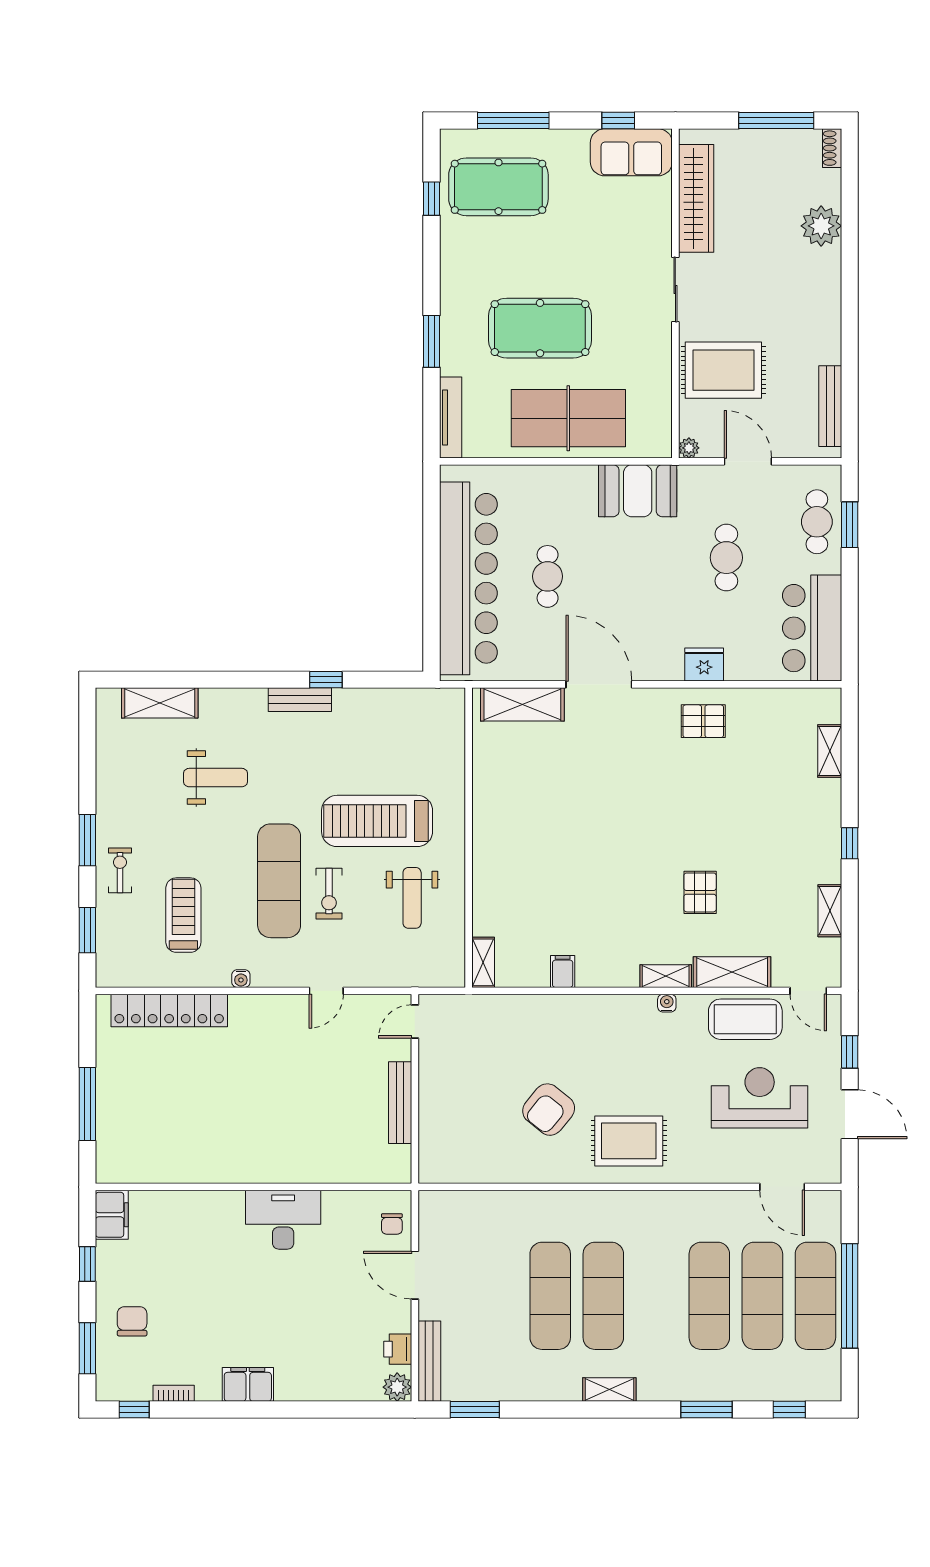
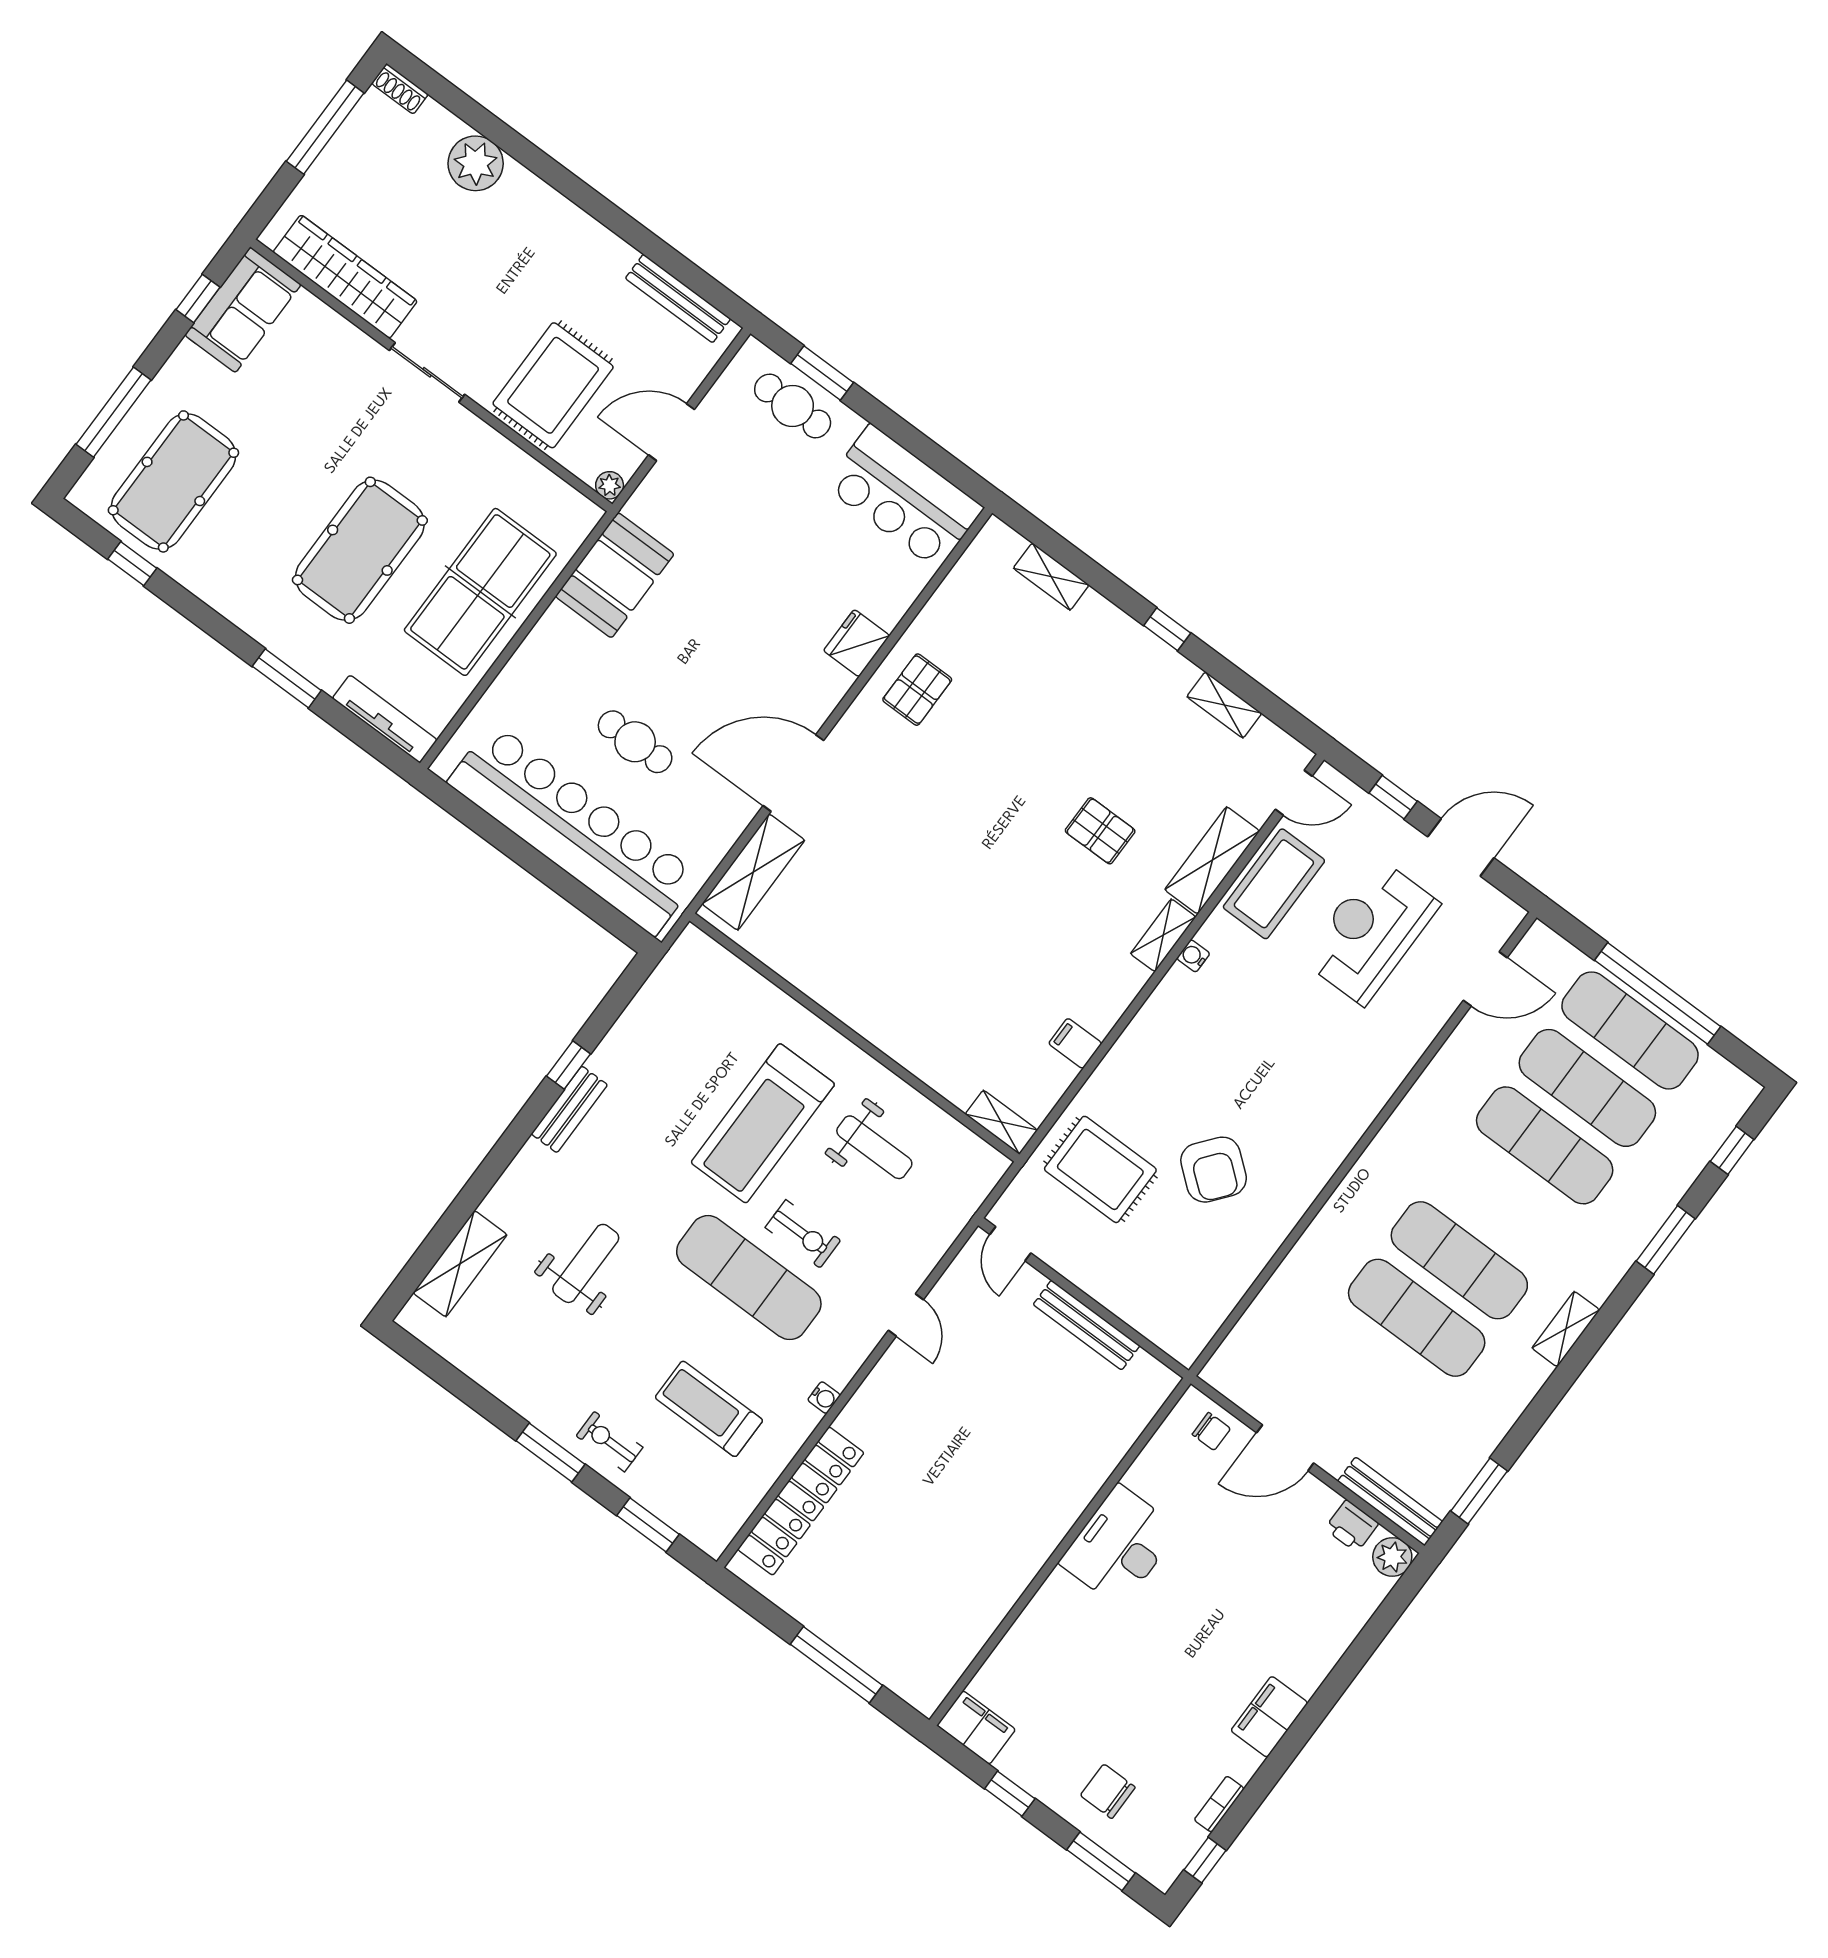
cafe table: (726, 558) -> (758, 533), removed
rug: (629, 1141) -> (1100, 1169), moved, turned 90

